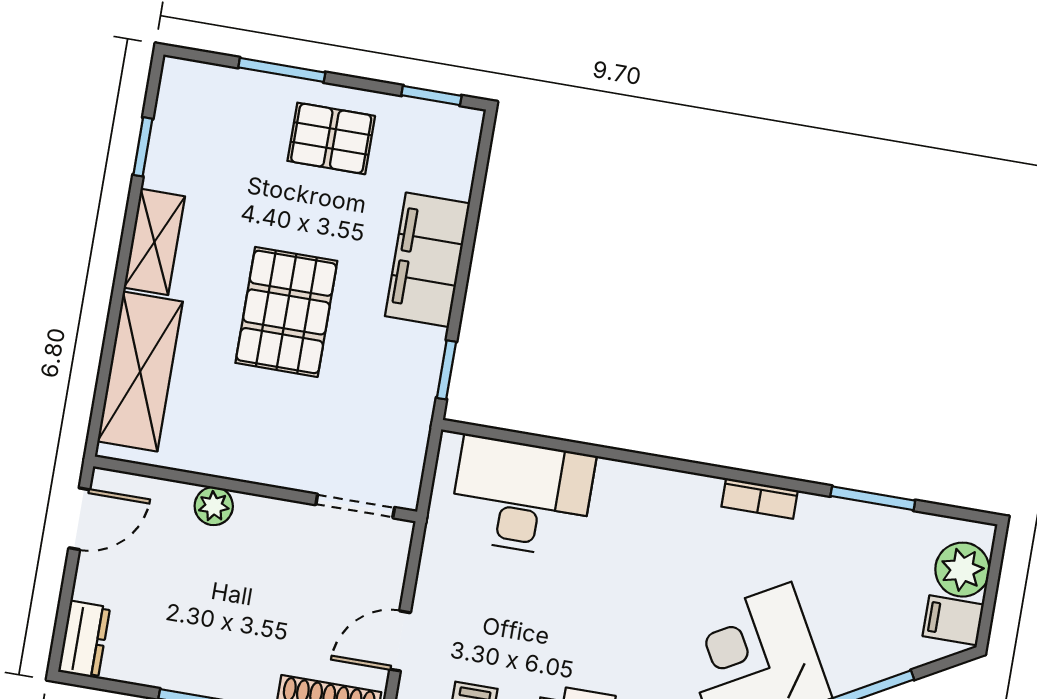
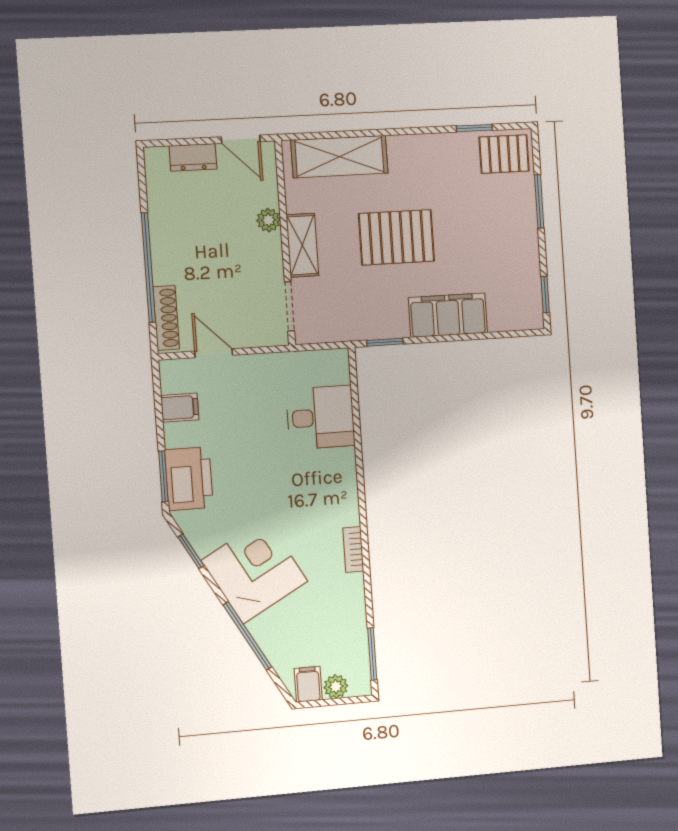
pallet: (331, 138) -> (504, 154), moved, turned 90
shelving: (154, 242) -> (302, 245), moved, turned 90
desk: (522, 497) -> (320, 417), width x0.73
window: (873, 498) -> (372, 654), moved
plant: (962, 570) -> (336, 687), width x0.73, depth x0.73
dresser: (84, 640) -> (193, 157), moved

